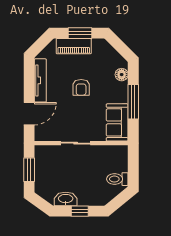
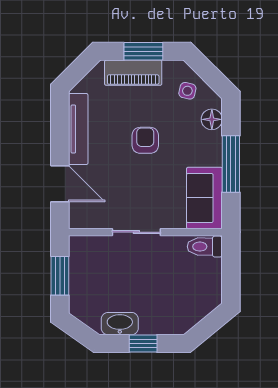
side table: (107, 57) -> (187, 91), added
armchair: (81, 87) -> (145, 140), turned 180
door: (29, 114) -> (60, 184), hinge flipped
toilet: (117, 179) -> (205, 247), moved

